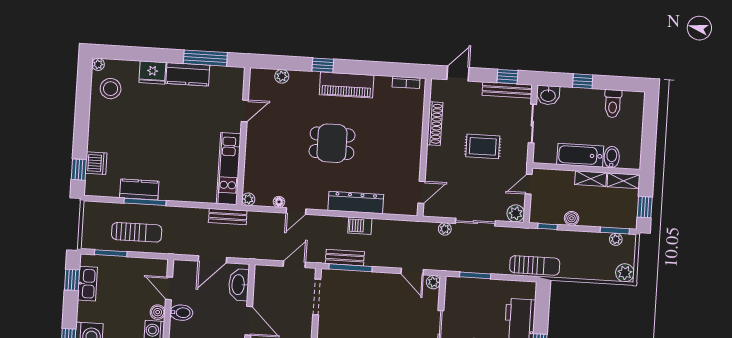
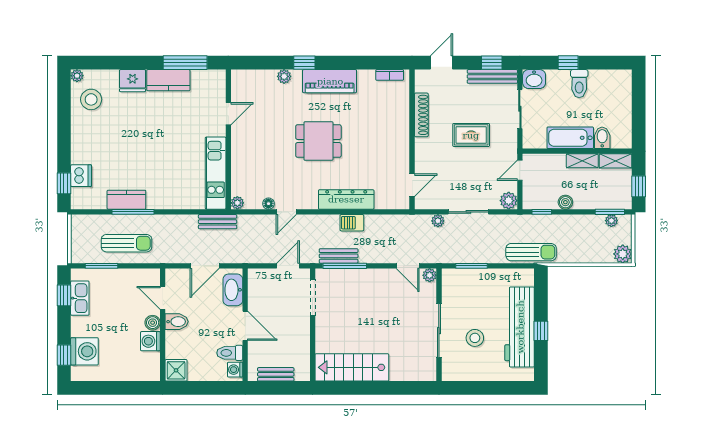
plant: (282, 76) -> (284, 76), moved
toilet: (613, 104) -> (579, 84), moved

